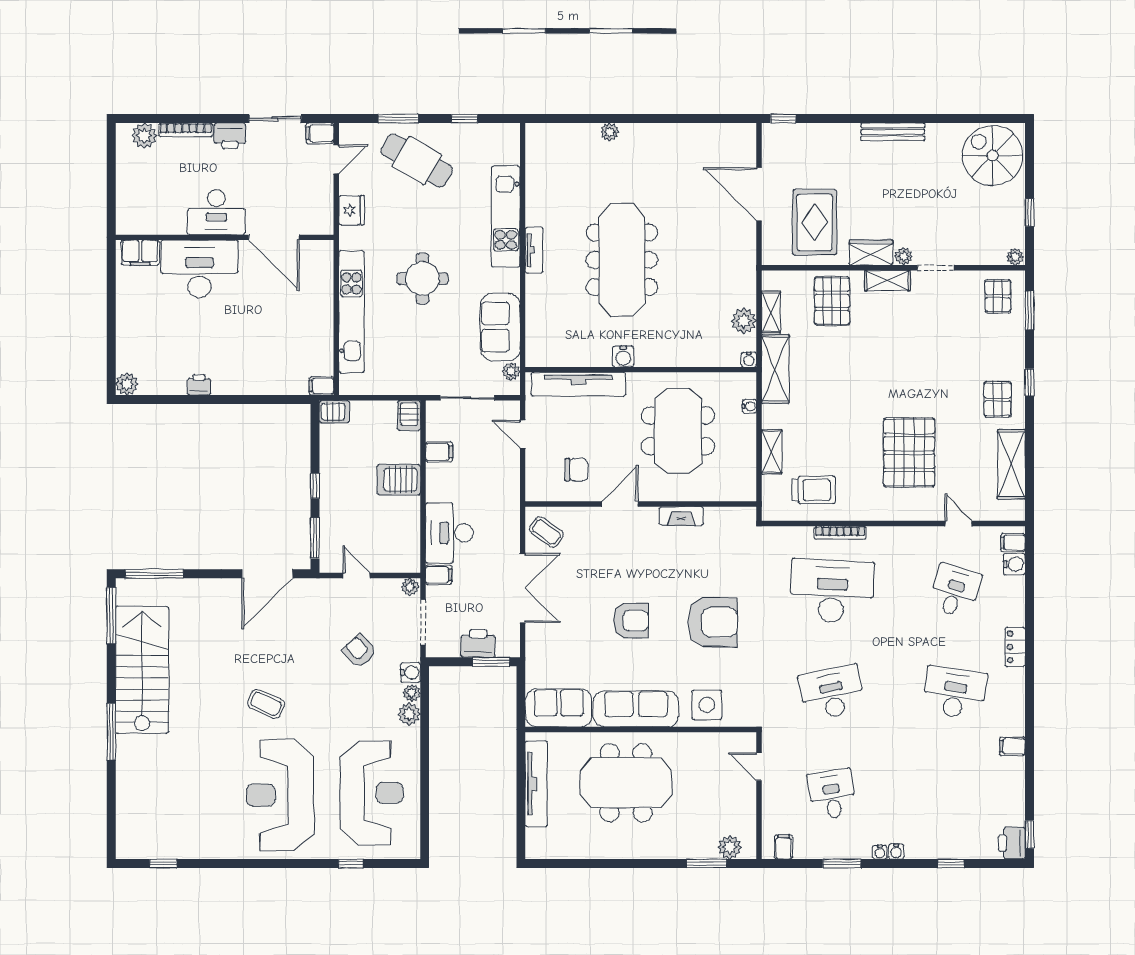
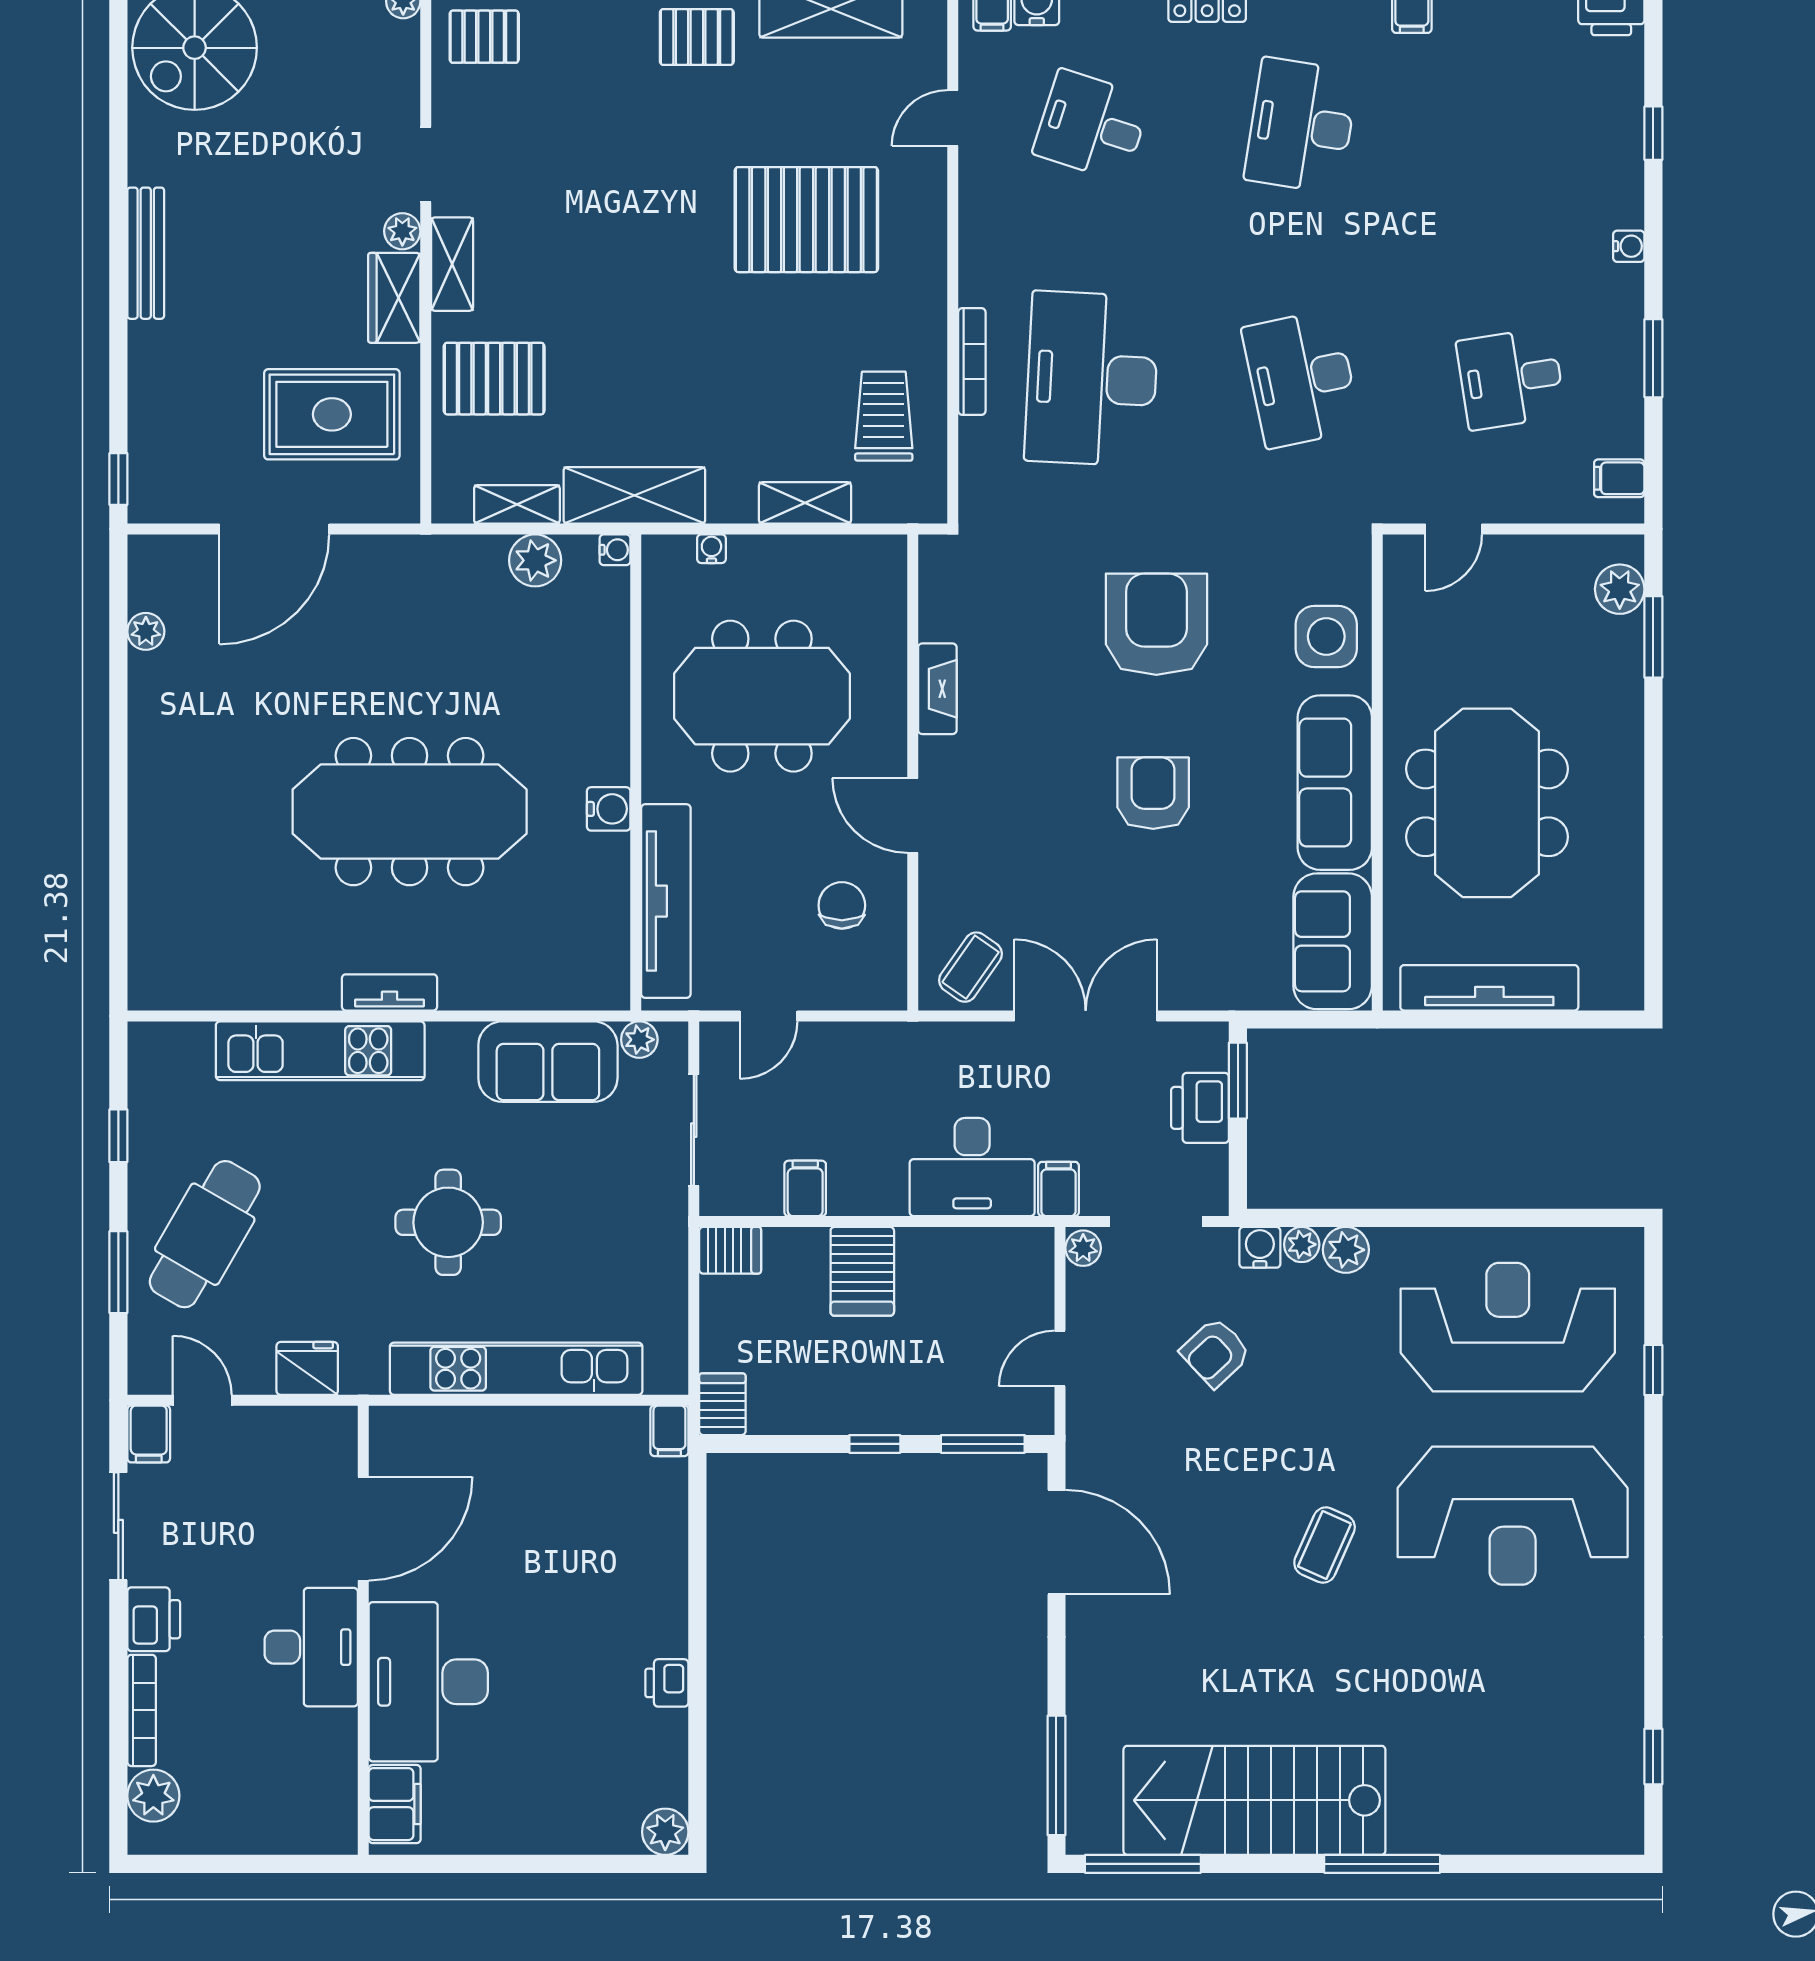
plant: (610, 132) -> (146, 631), moved
water cooler: (880, 852) -> (1630, 280), removed

